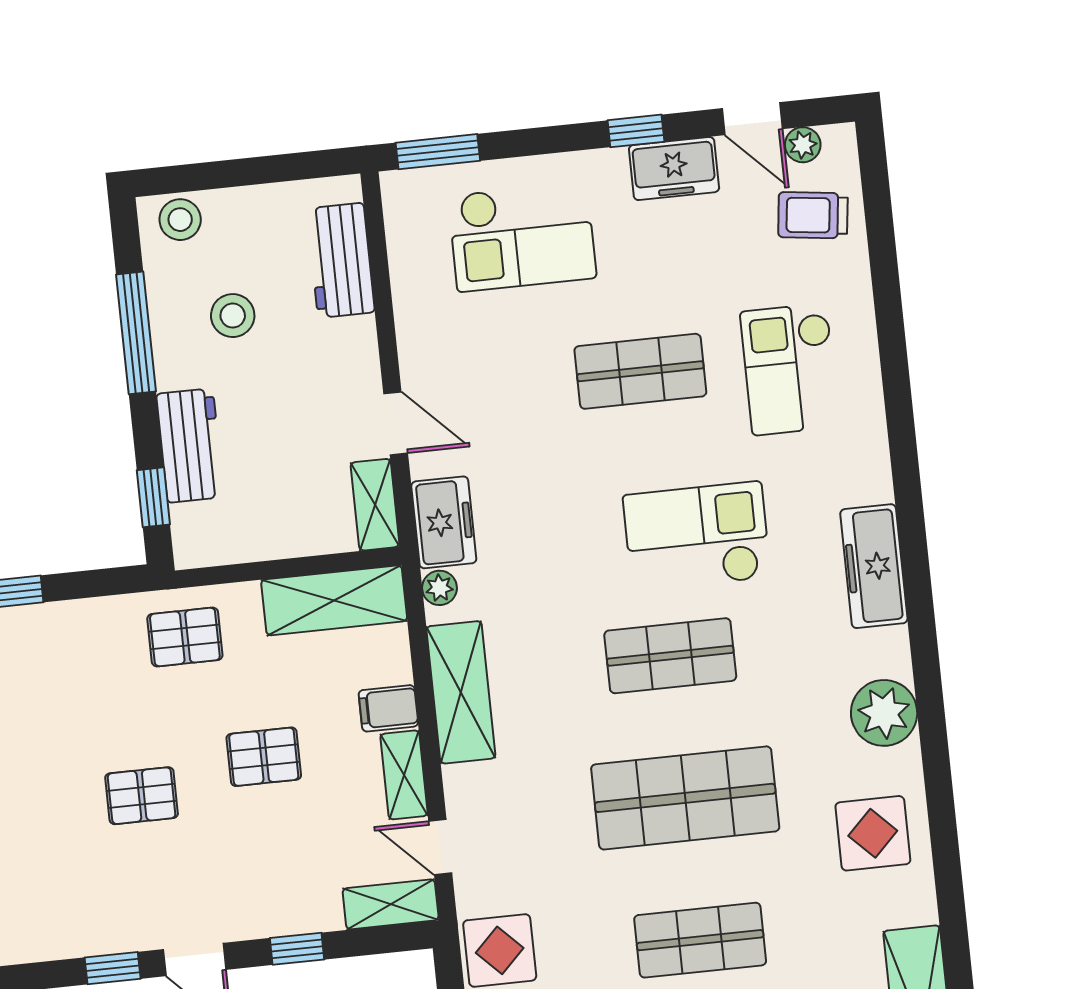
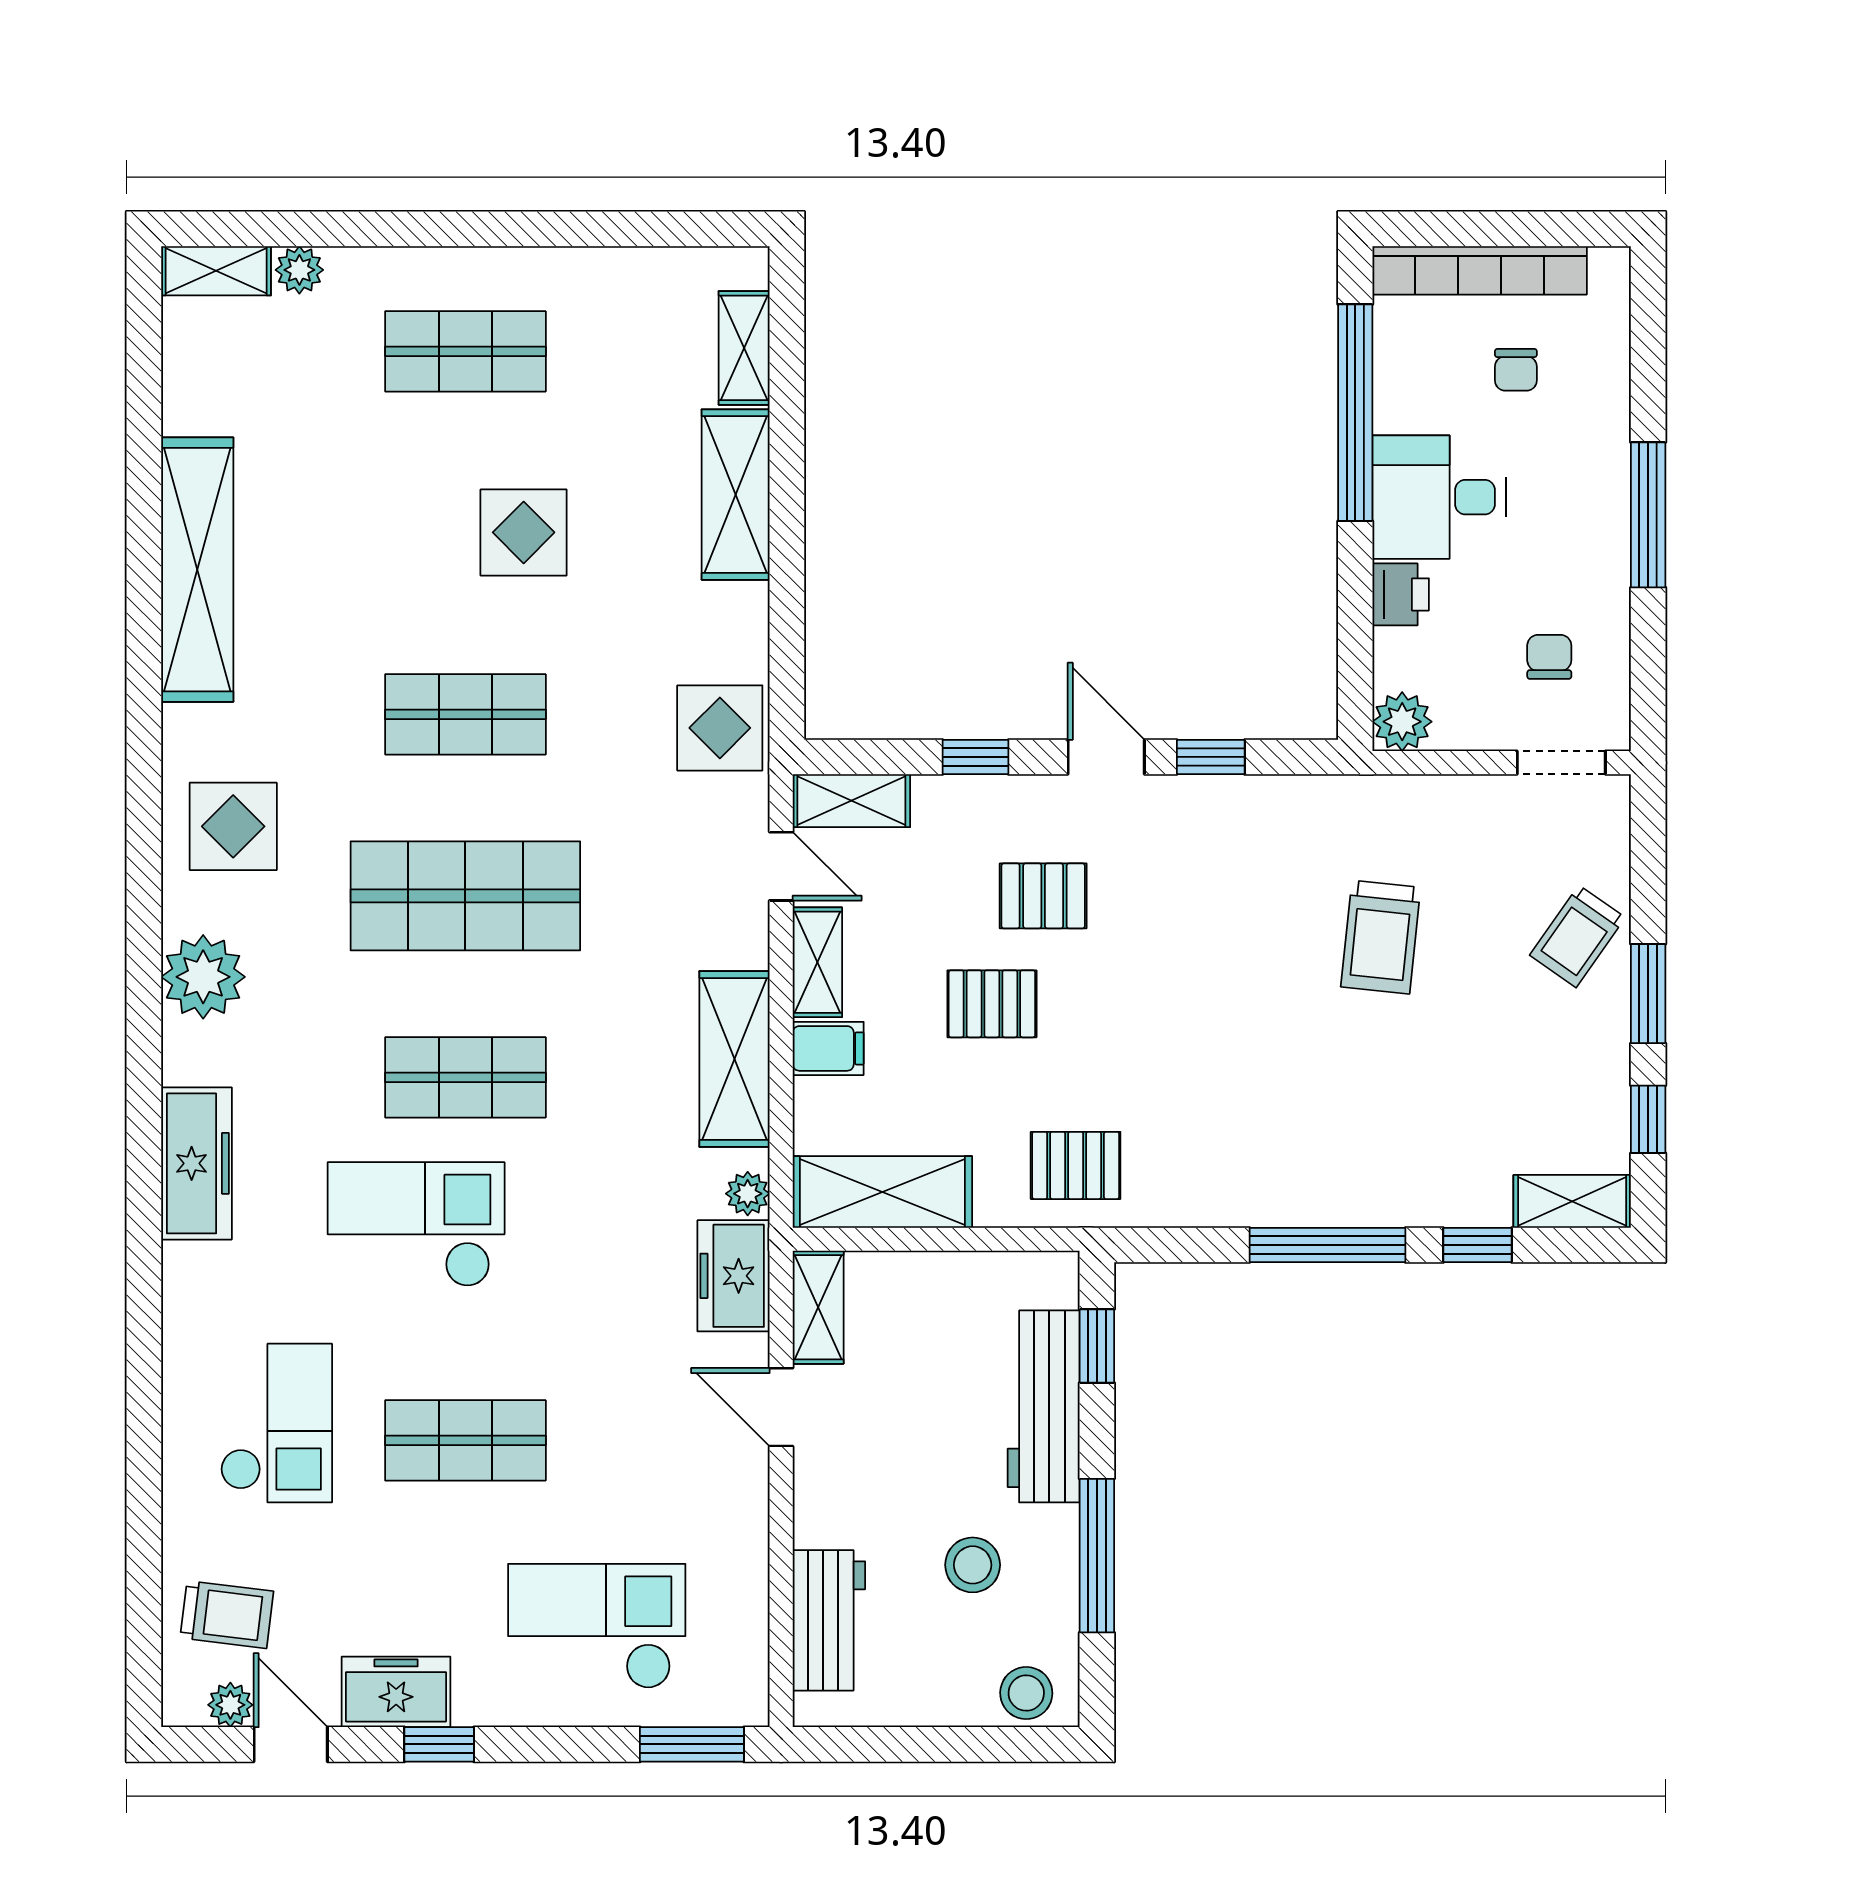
workbench: (190, 445) -> (1044, 1406), width x1.38
checkout: (697, 536) -> (416, 1224), turned 180
pallet: (142, 796) -> (1043, 896), moved

